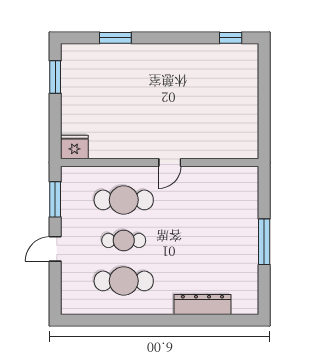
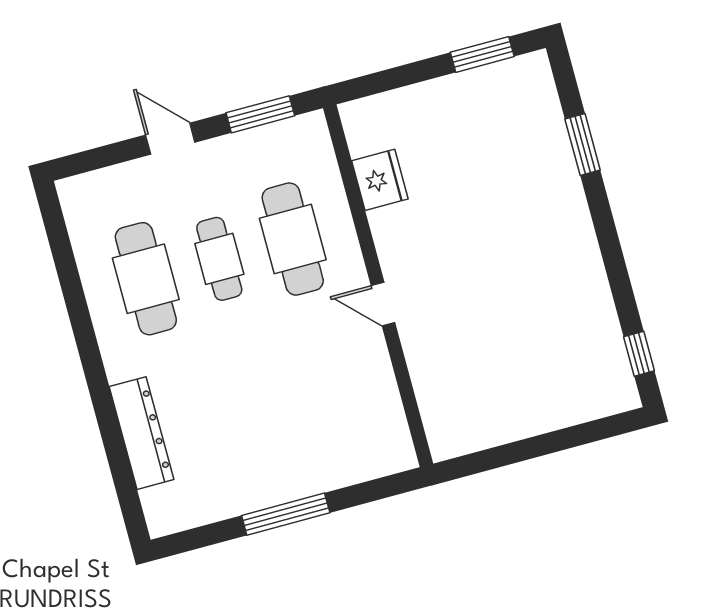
fridge: (74, 147) -> (380, 180), moved

